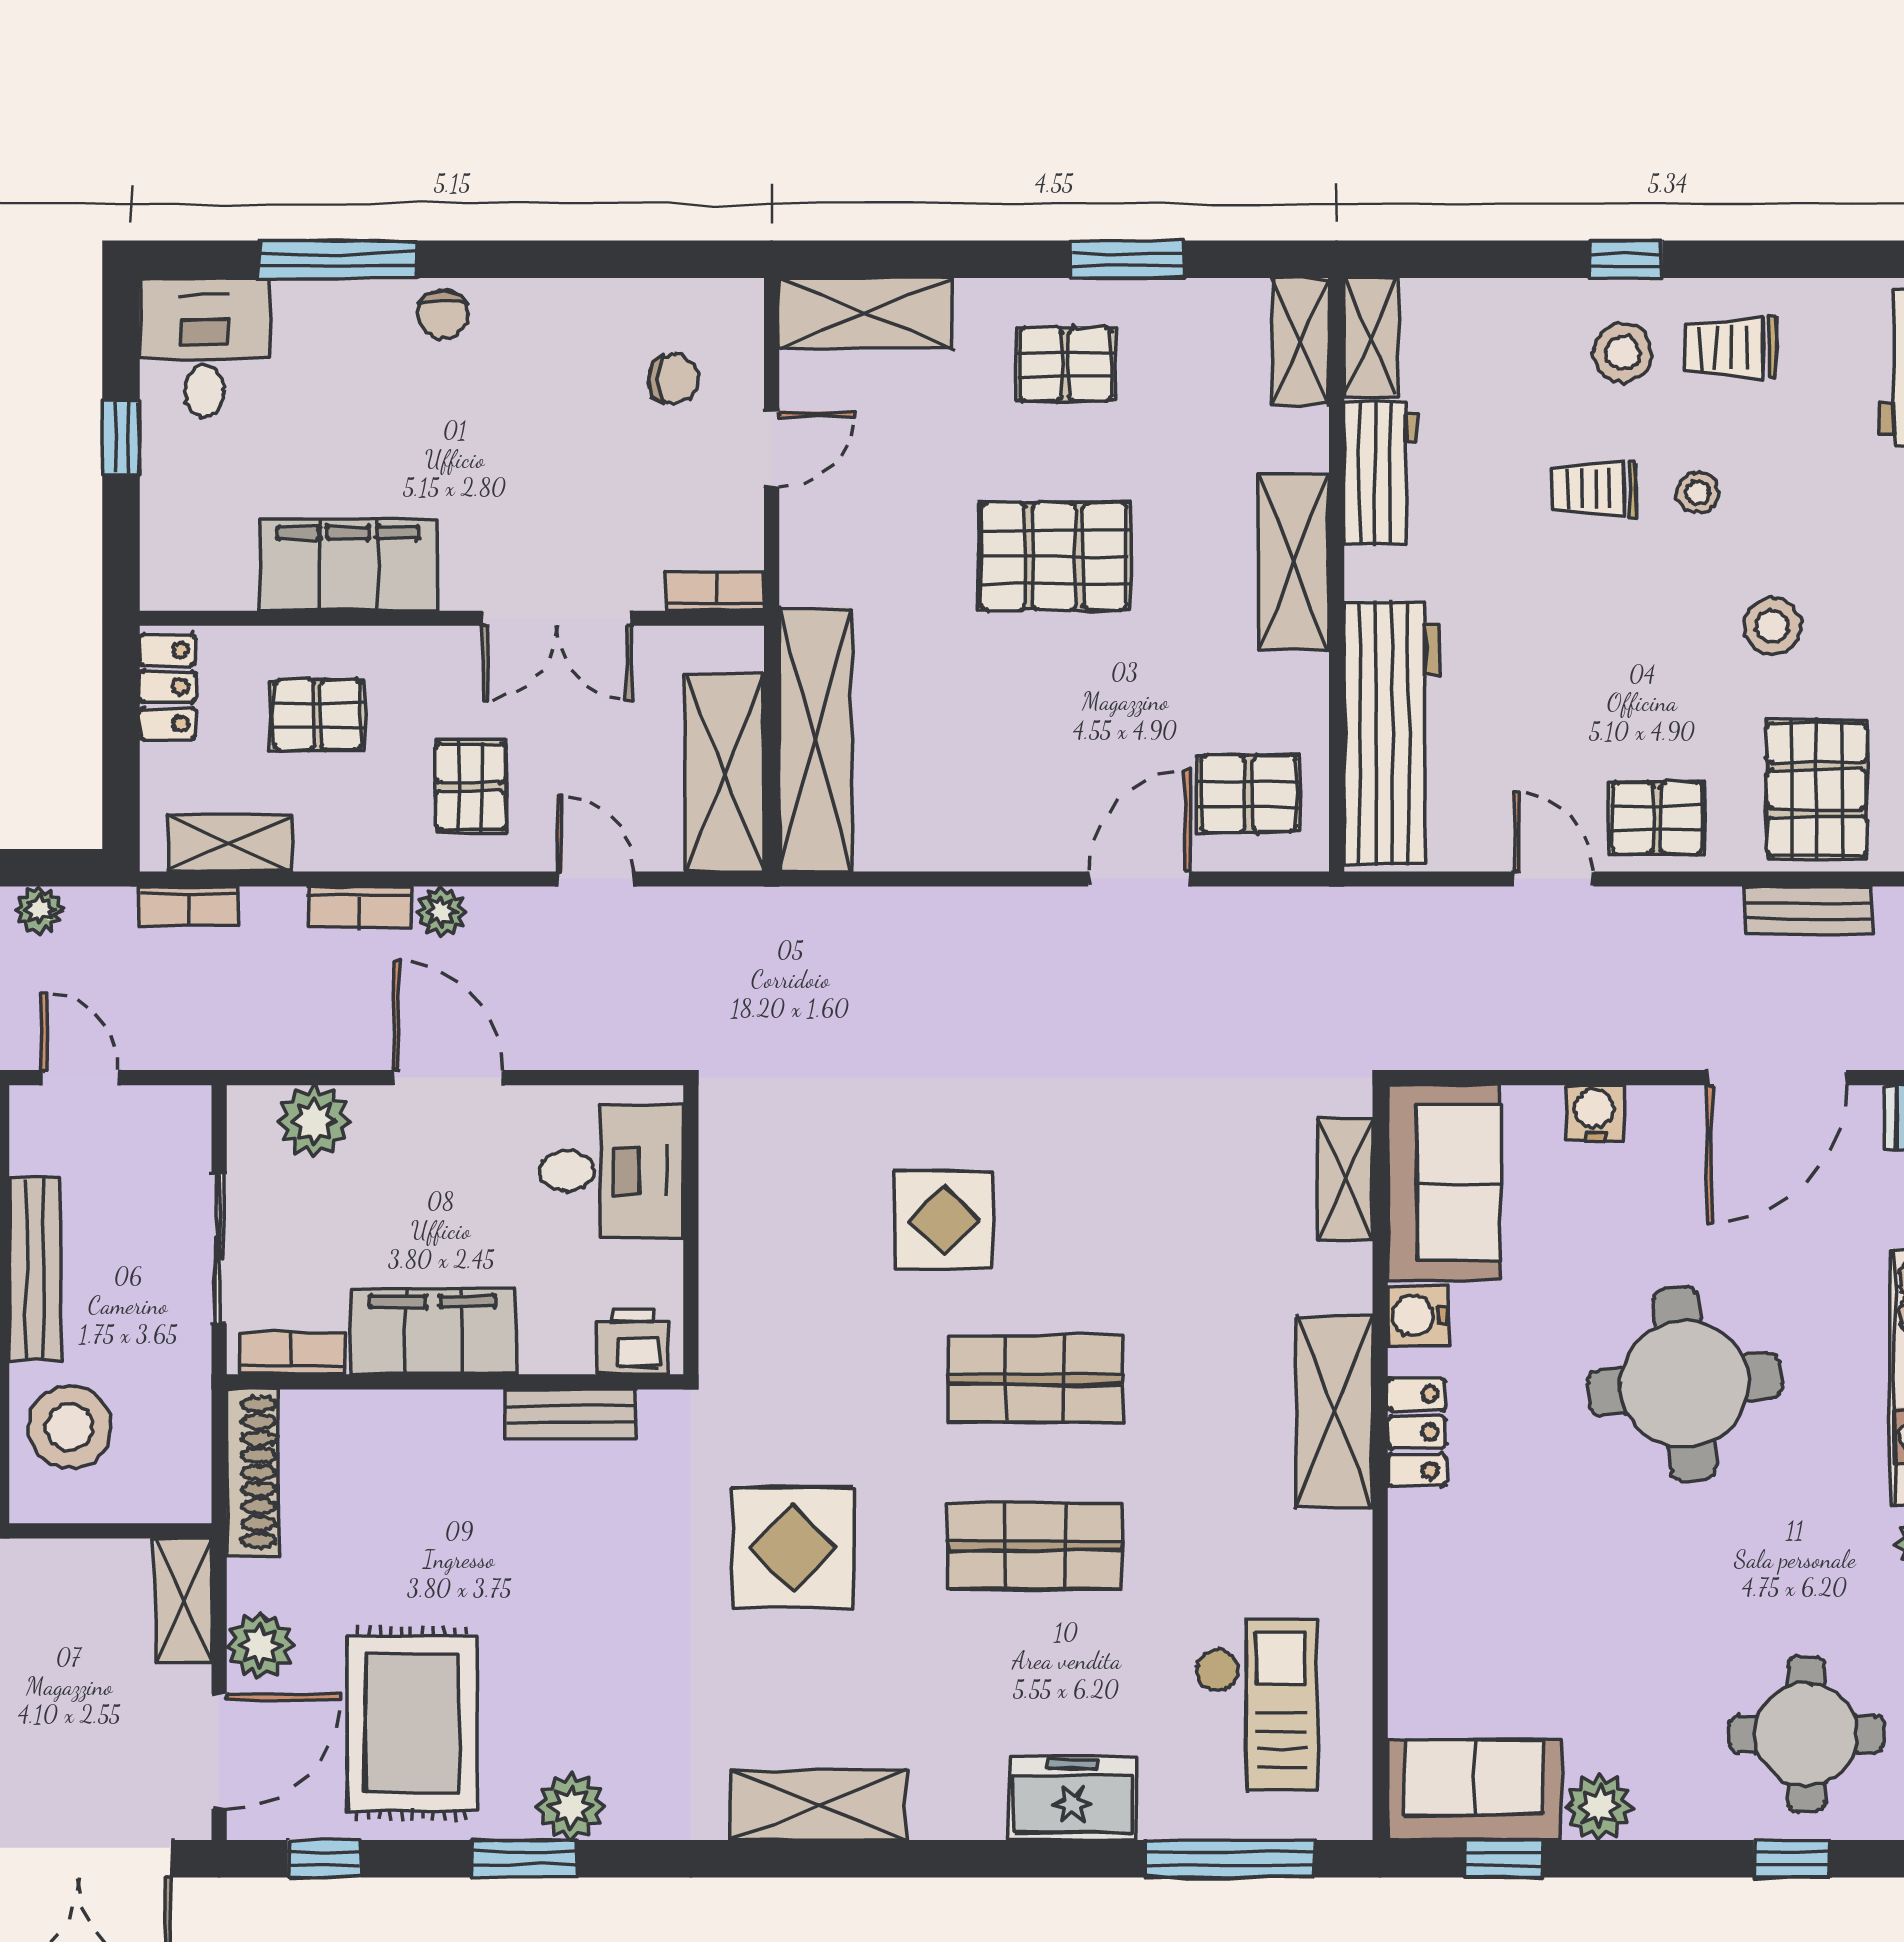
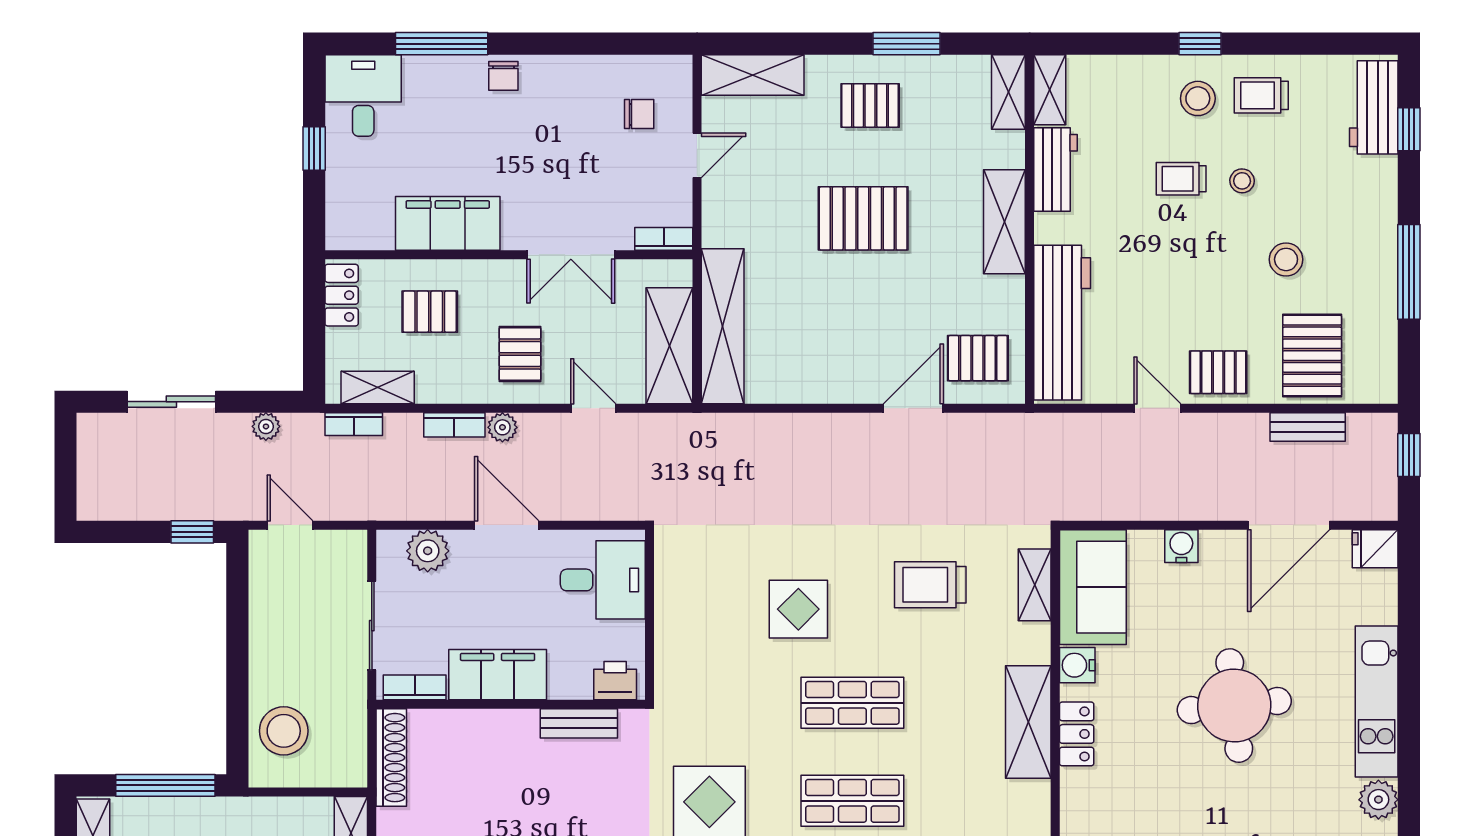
trolley: (1168, 1179) -> (930, 585), added
bench: (35, 1269) -> (263, 638), removed

